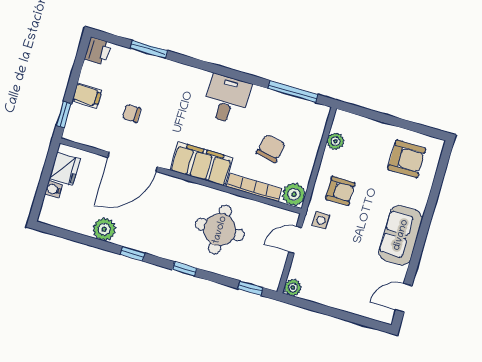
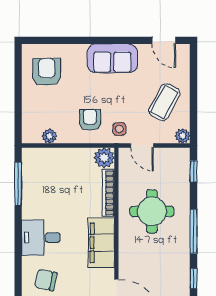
chair: (271, 148) -> (46, 280), moved
window: (185, 269) -> (194, 231), width x2.17
coffee table: (336, 278) -> (164, 102), added

